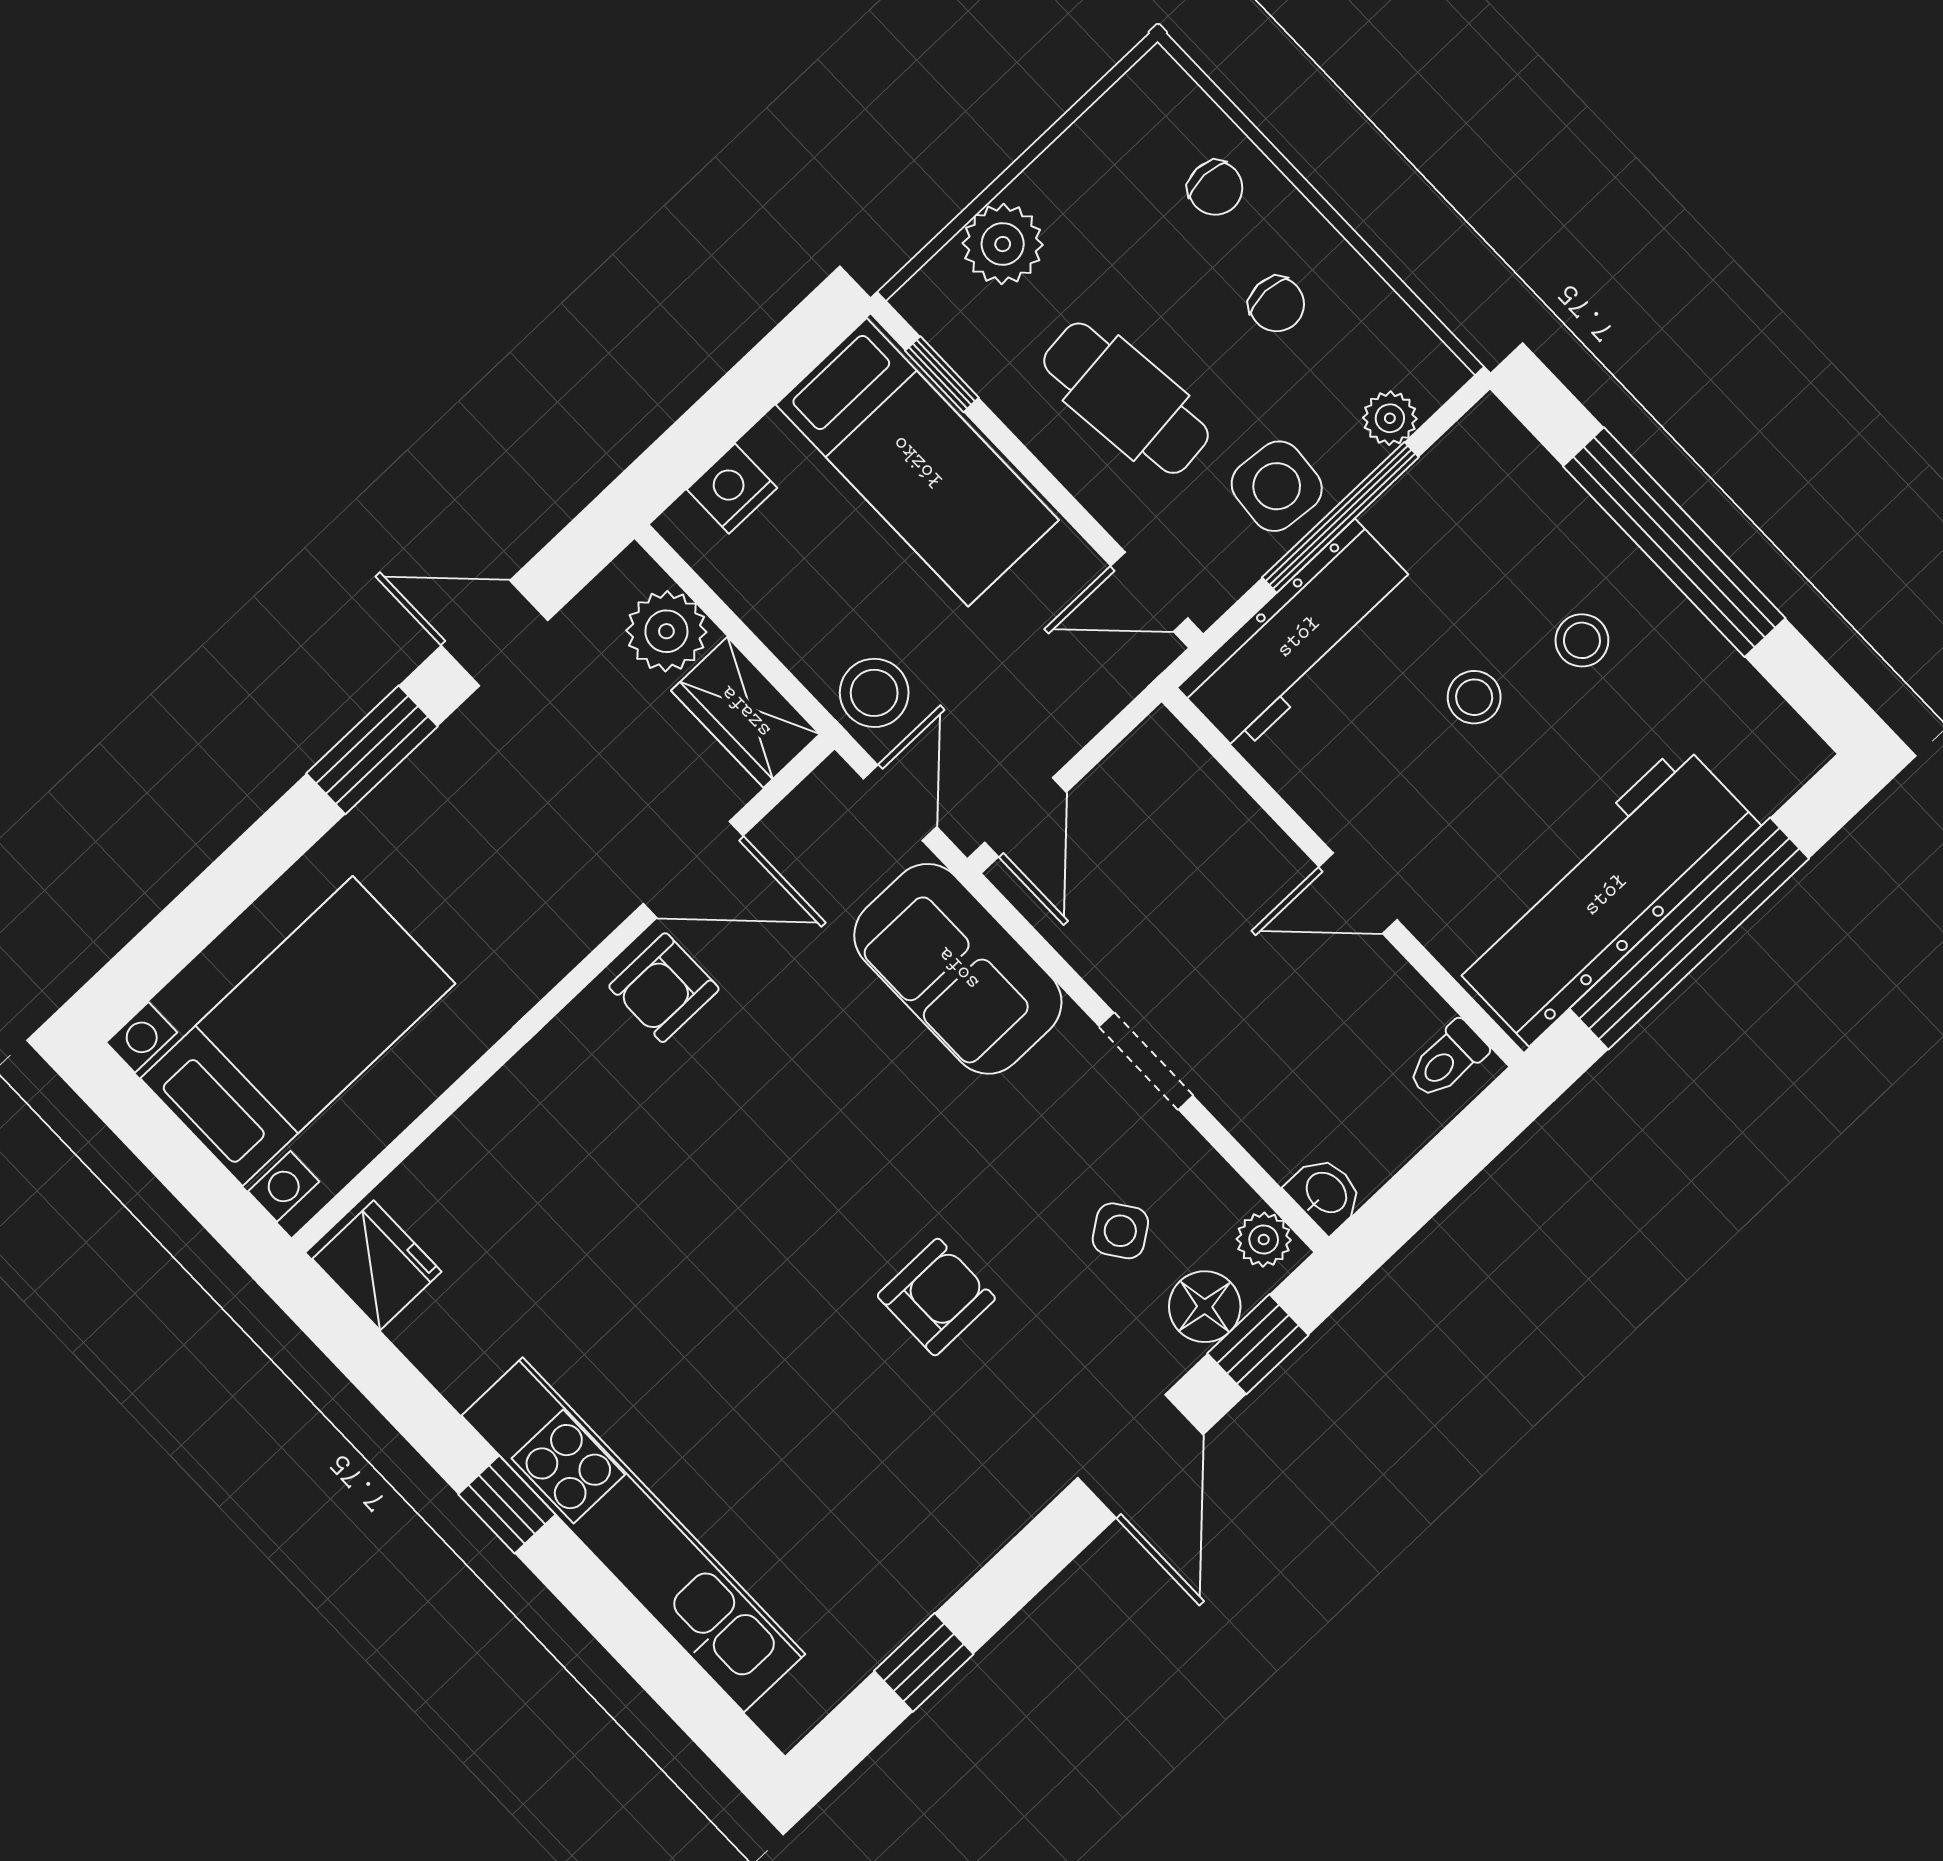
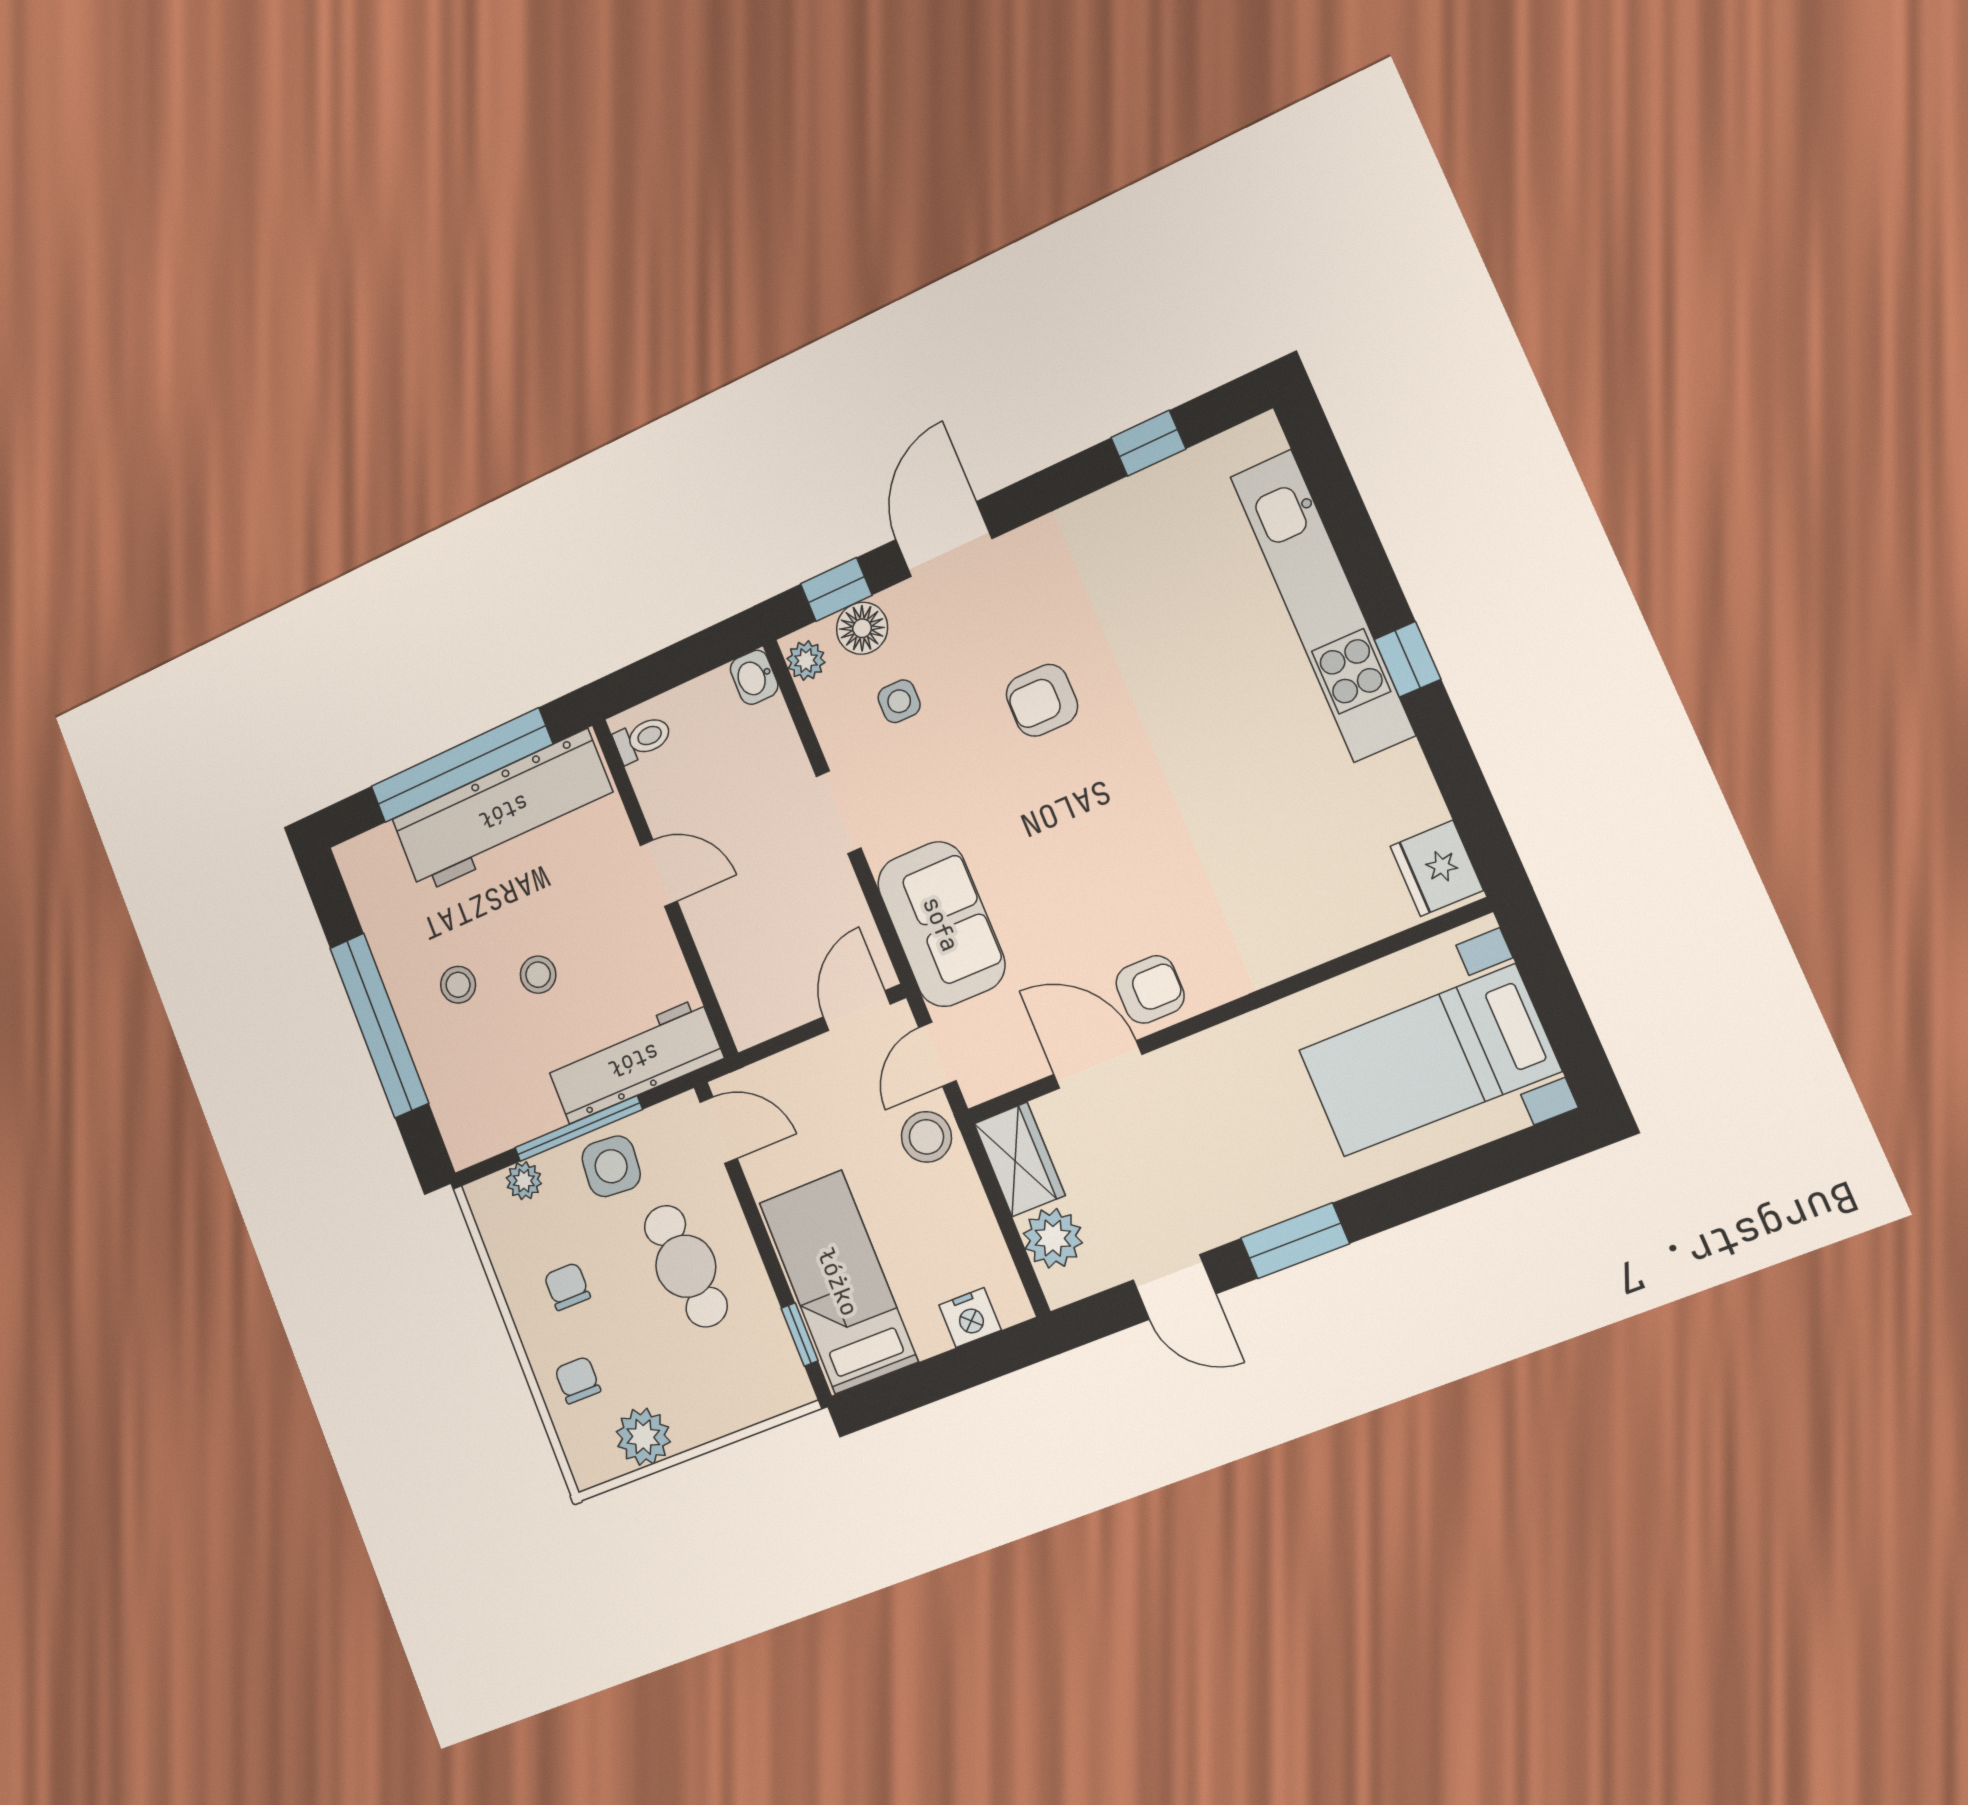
plant: (1003, 244) -> (643, 1437), moved
side table: (1120, 1231) -> (899, 701), turned 35

